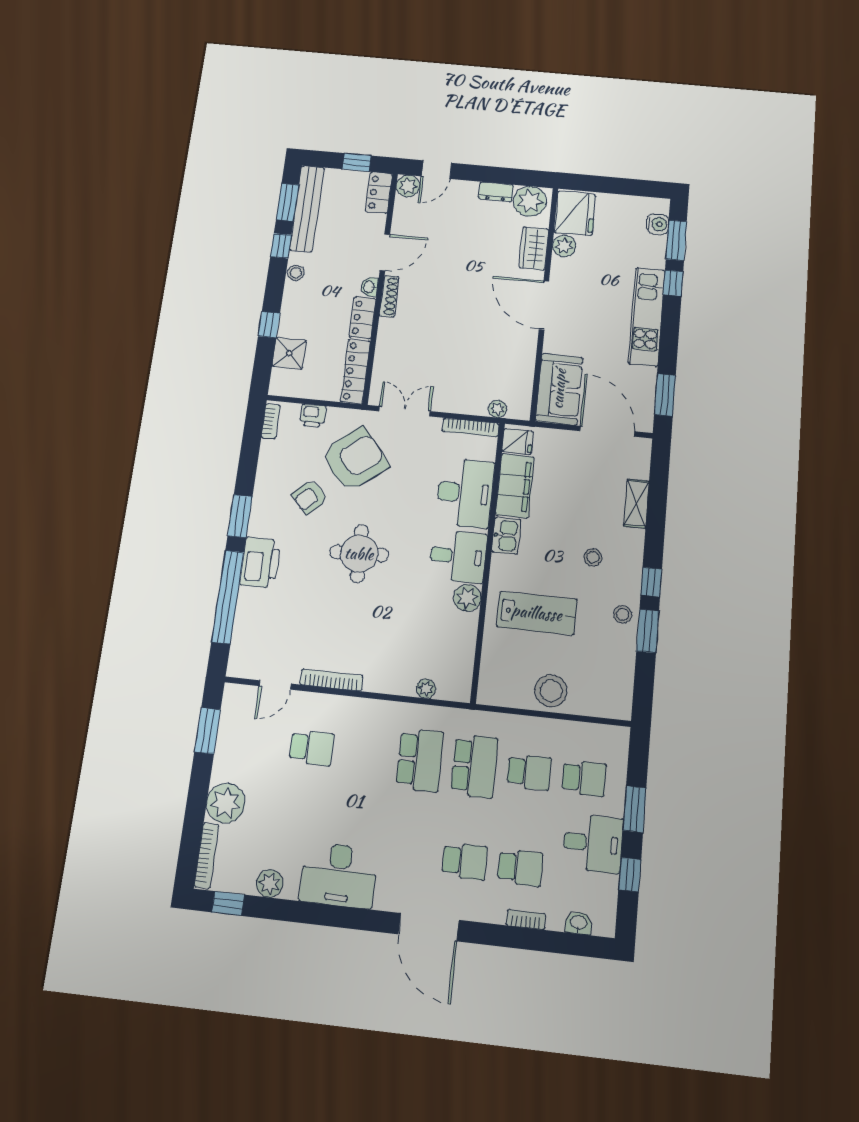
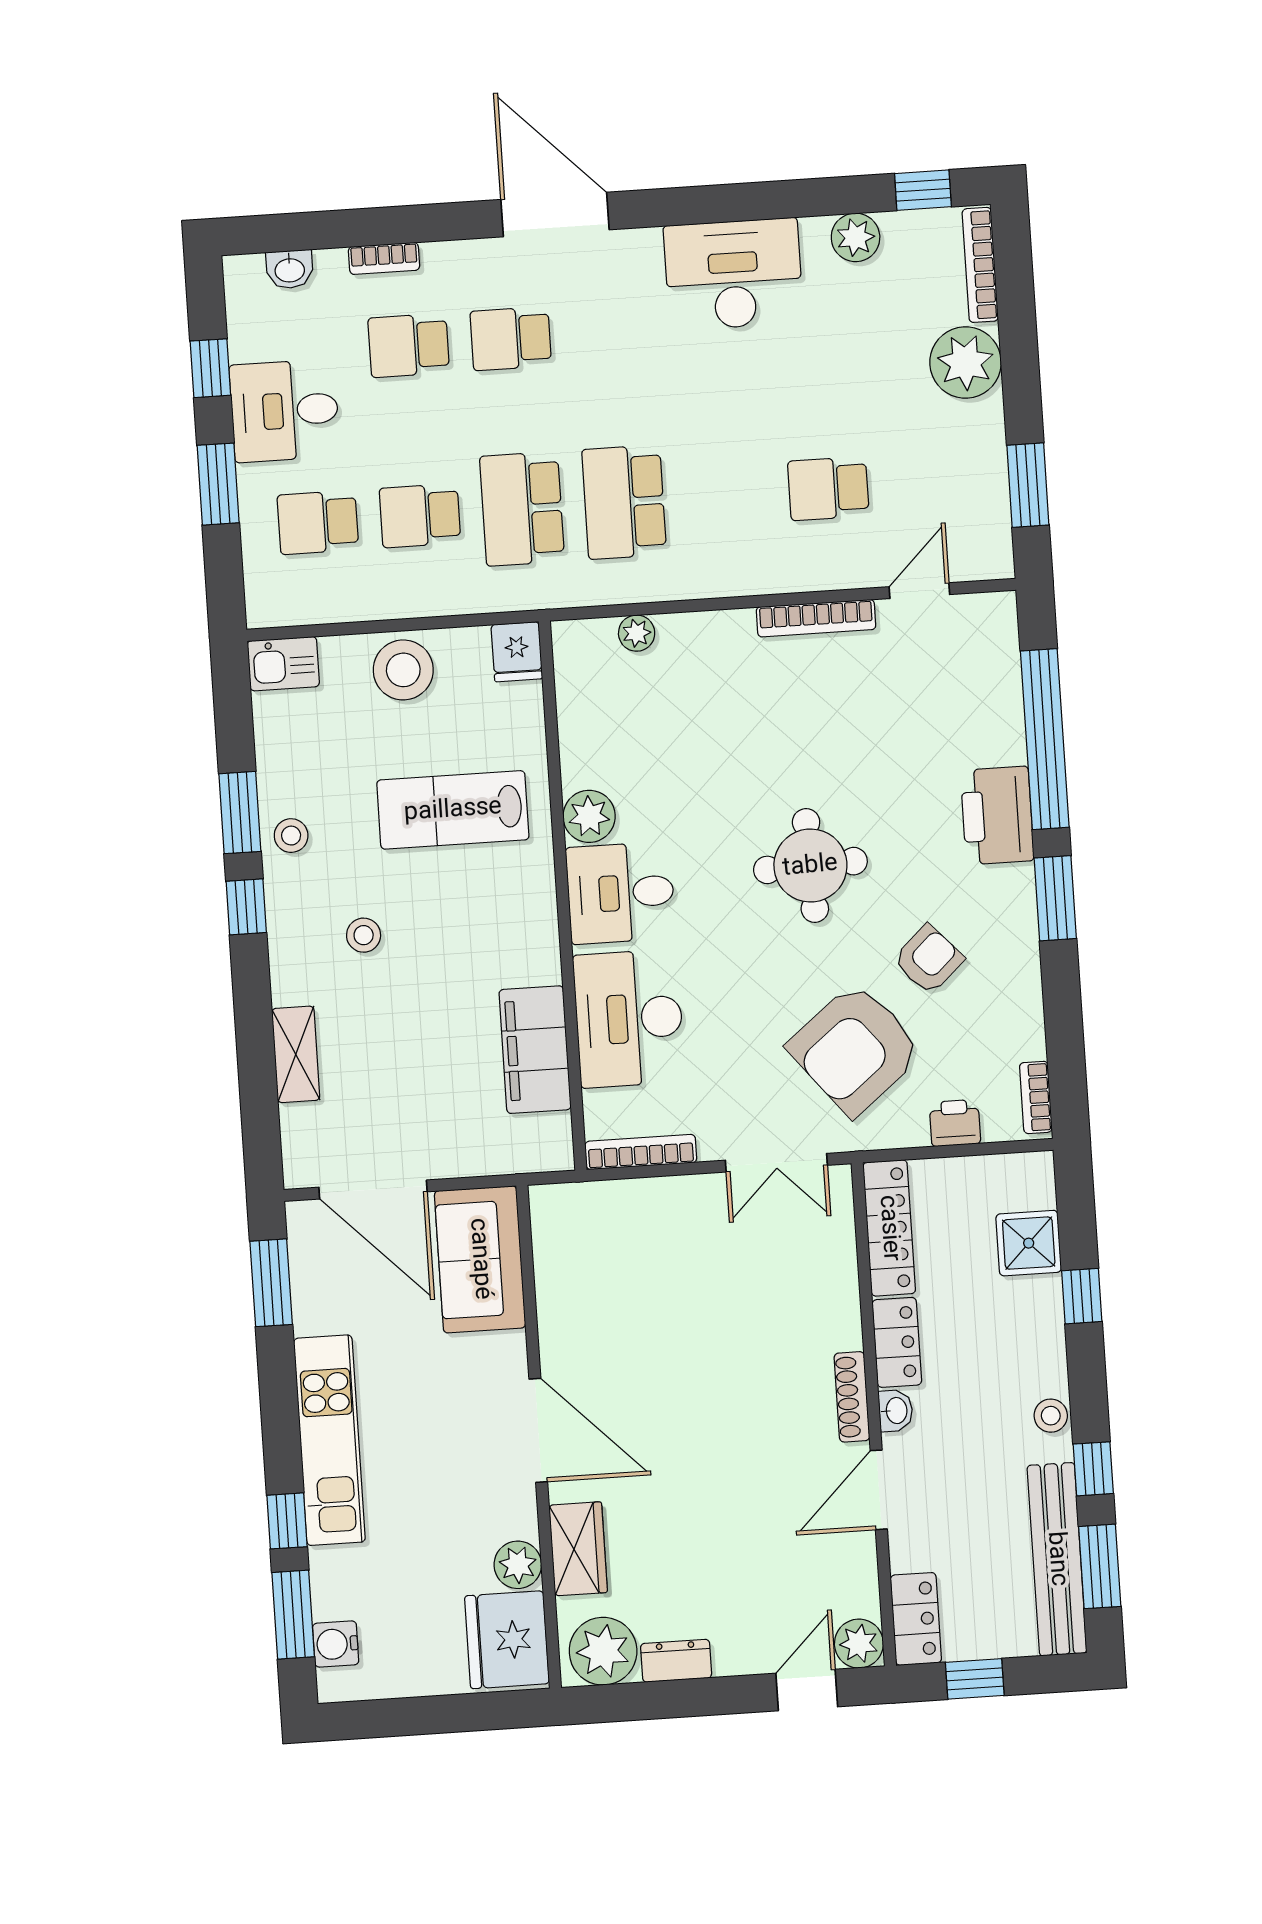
plant: (498, 409) -> (595, 1198), removed
fridge: (518, 441) -> (517, 652), moved, turned -90
kitchen sink: (506, 536) -> (283, 664), moved, turned -90

